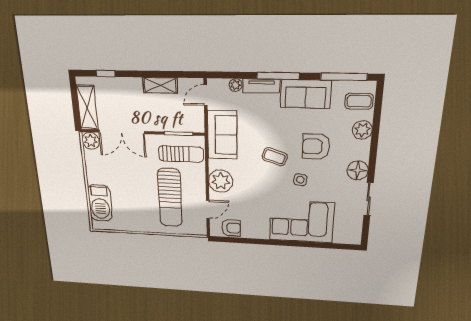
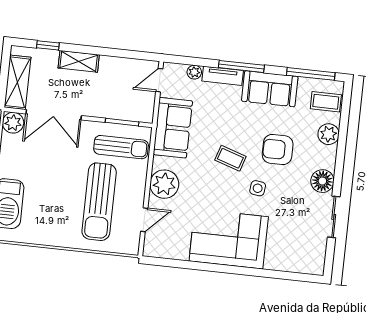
shelving: (160, 85) -> (79, 61), moved
corner sofa: (301, 222) -> (229, 239), moved
armchair: (231, 228) -> (170, 246), removed

